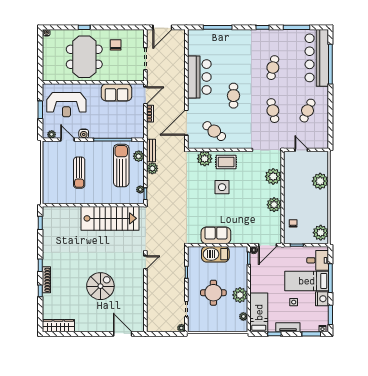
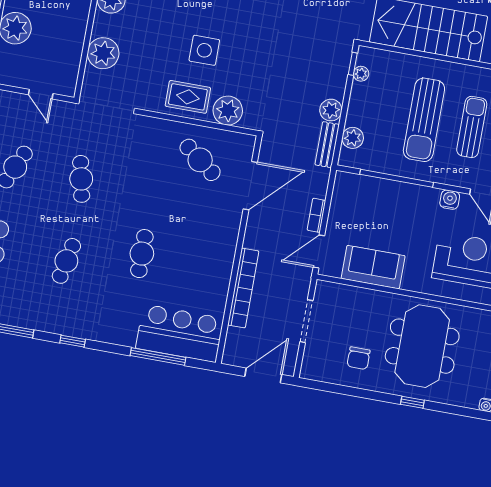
bookcase: (181, 70) -> (243, 288), added
bar counter: (199, 77) -> (180, 333), moved, turned 90
cafe table: (233, 96) -> (142, 254), moved
sun lounger: (121, 165) -> (424, 120), moved

